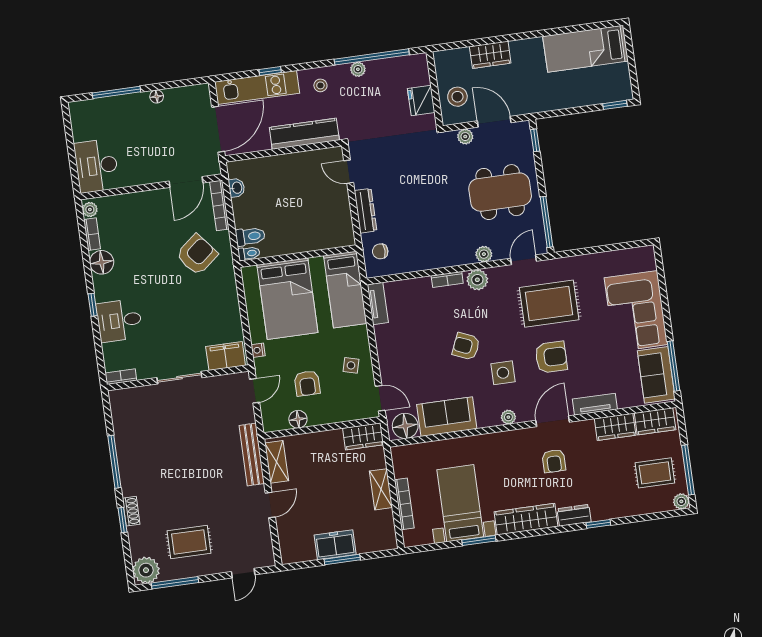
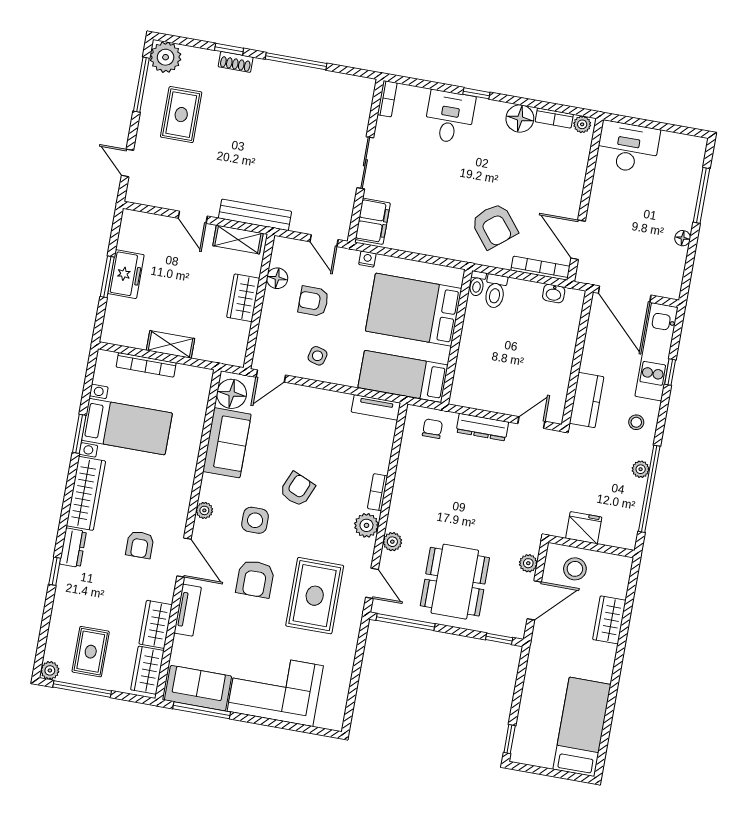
kitchen counter: (304, 134) -> (587, 400), width x0.67
wardrobe: (363, 436) -> (243, 298), moved
armchair: (554, 461) -> (140, 545), turned -90

